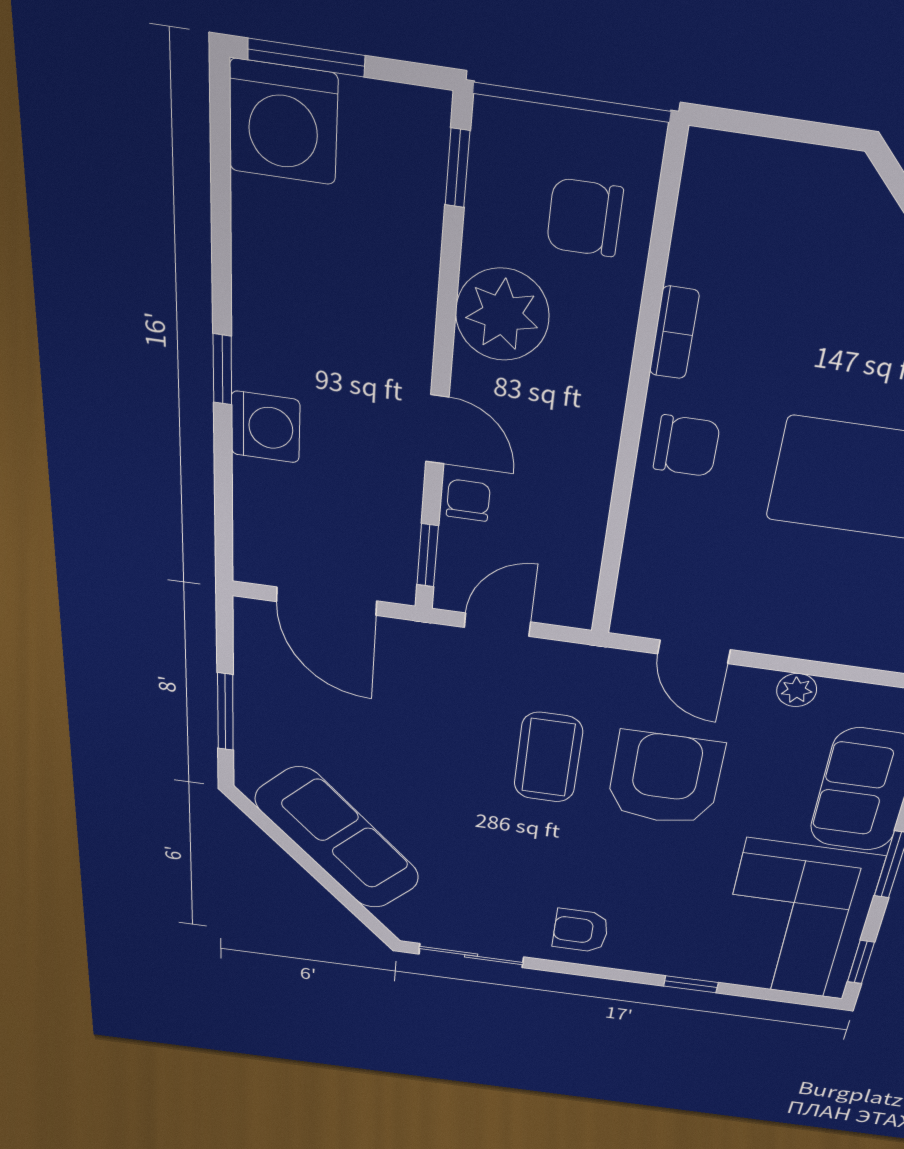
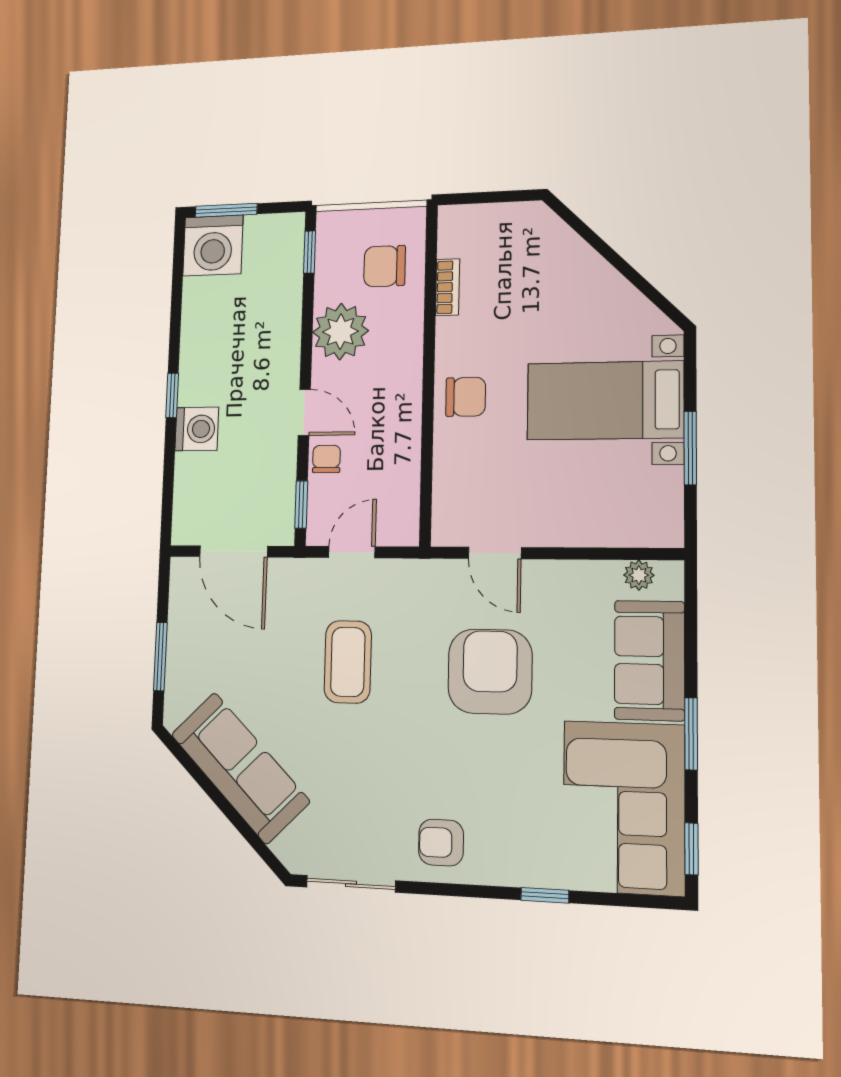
bookcase: (674, 333) -> (448, 287), moved
plant: (797, 690) -> (639, 575), moved
coffee table: (548, 758) -> (348, 662), moved

